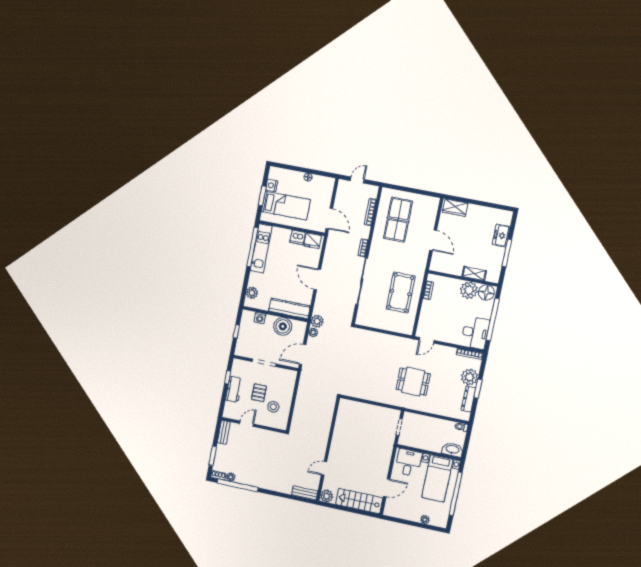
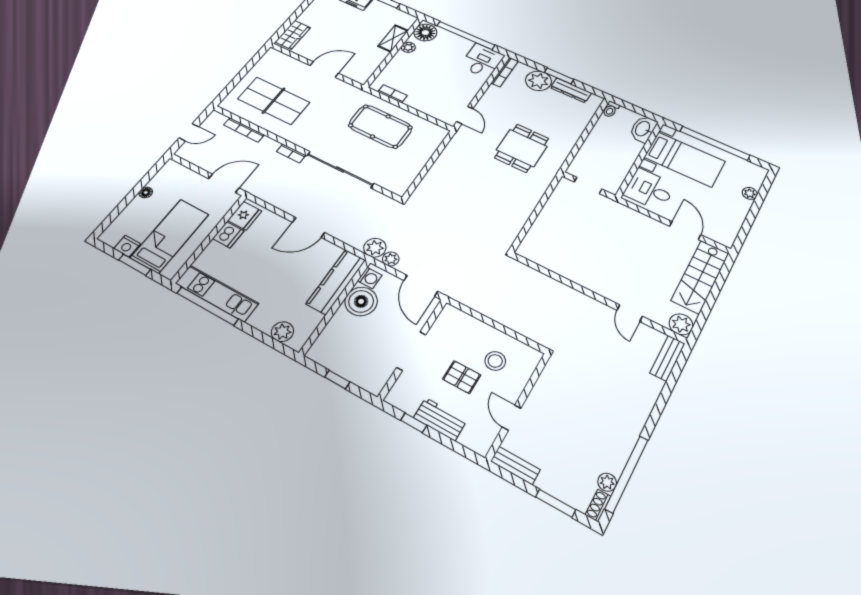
door: (357, 180) -> (189, 132), swing flipped
plant: (469, 290) -> (408, 47), width x0.53, depth x0.53
washing machine: (260, 318) -> (370, 278), moved
desk: (475, 333) -> (482, 61), width x0.73

